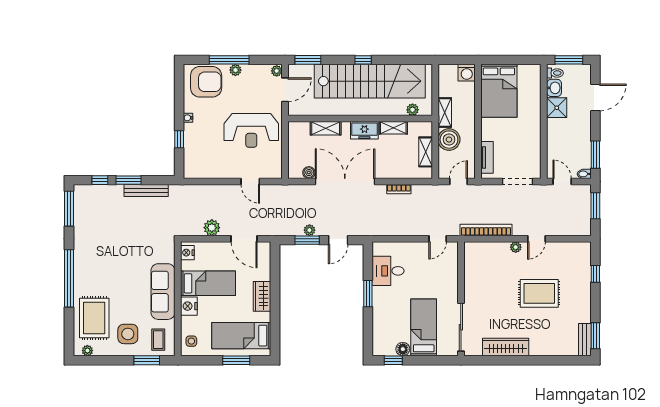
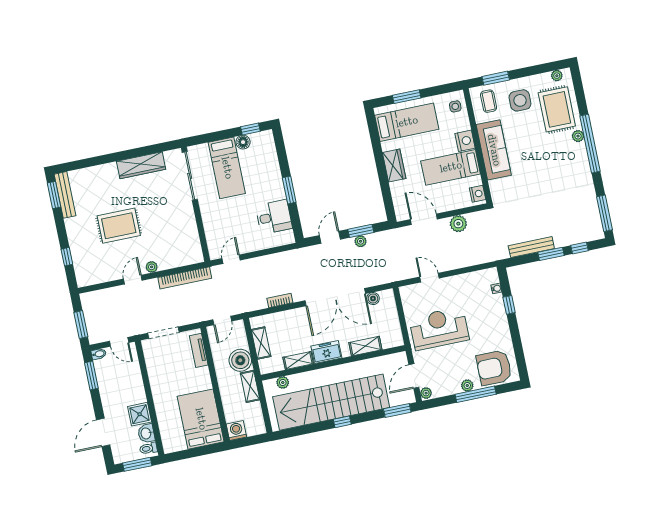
water cooler: (188, 118) -> (496, 288), moved
plant: (79, 288) -> (578, 136), added
bench: (585, 340) -> (65, 195), width x1.36

